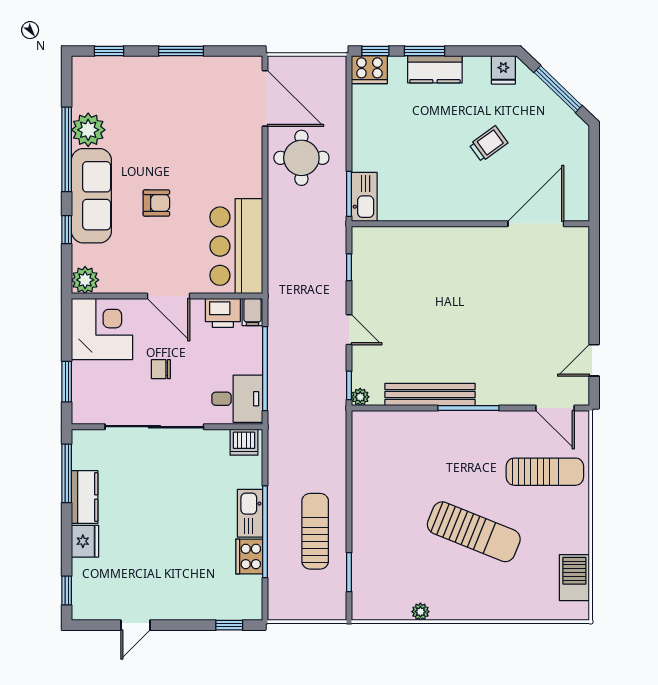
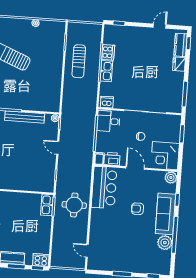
door: (265, 98) -> (87, 251), width x0.53
round table: (301, 158) -> (74, 205), moved
kitchen counter: (85, 497) -> (181, 45), moved

